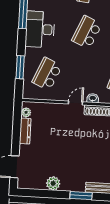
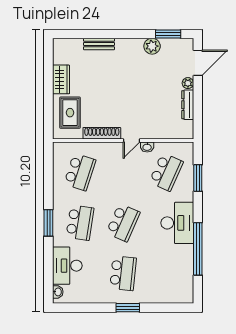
washbasin: (93, 98) -> (147, 147), moved
plant: (26, 112) -> (188, 83), moved
window: (81, 196) -> (168, 34), moved

